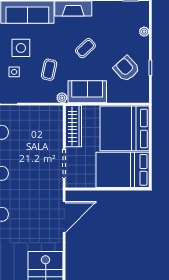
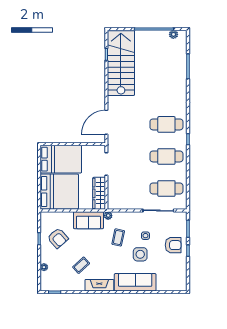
coffee table: (85, 48) -> (81, 265), moved

